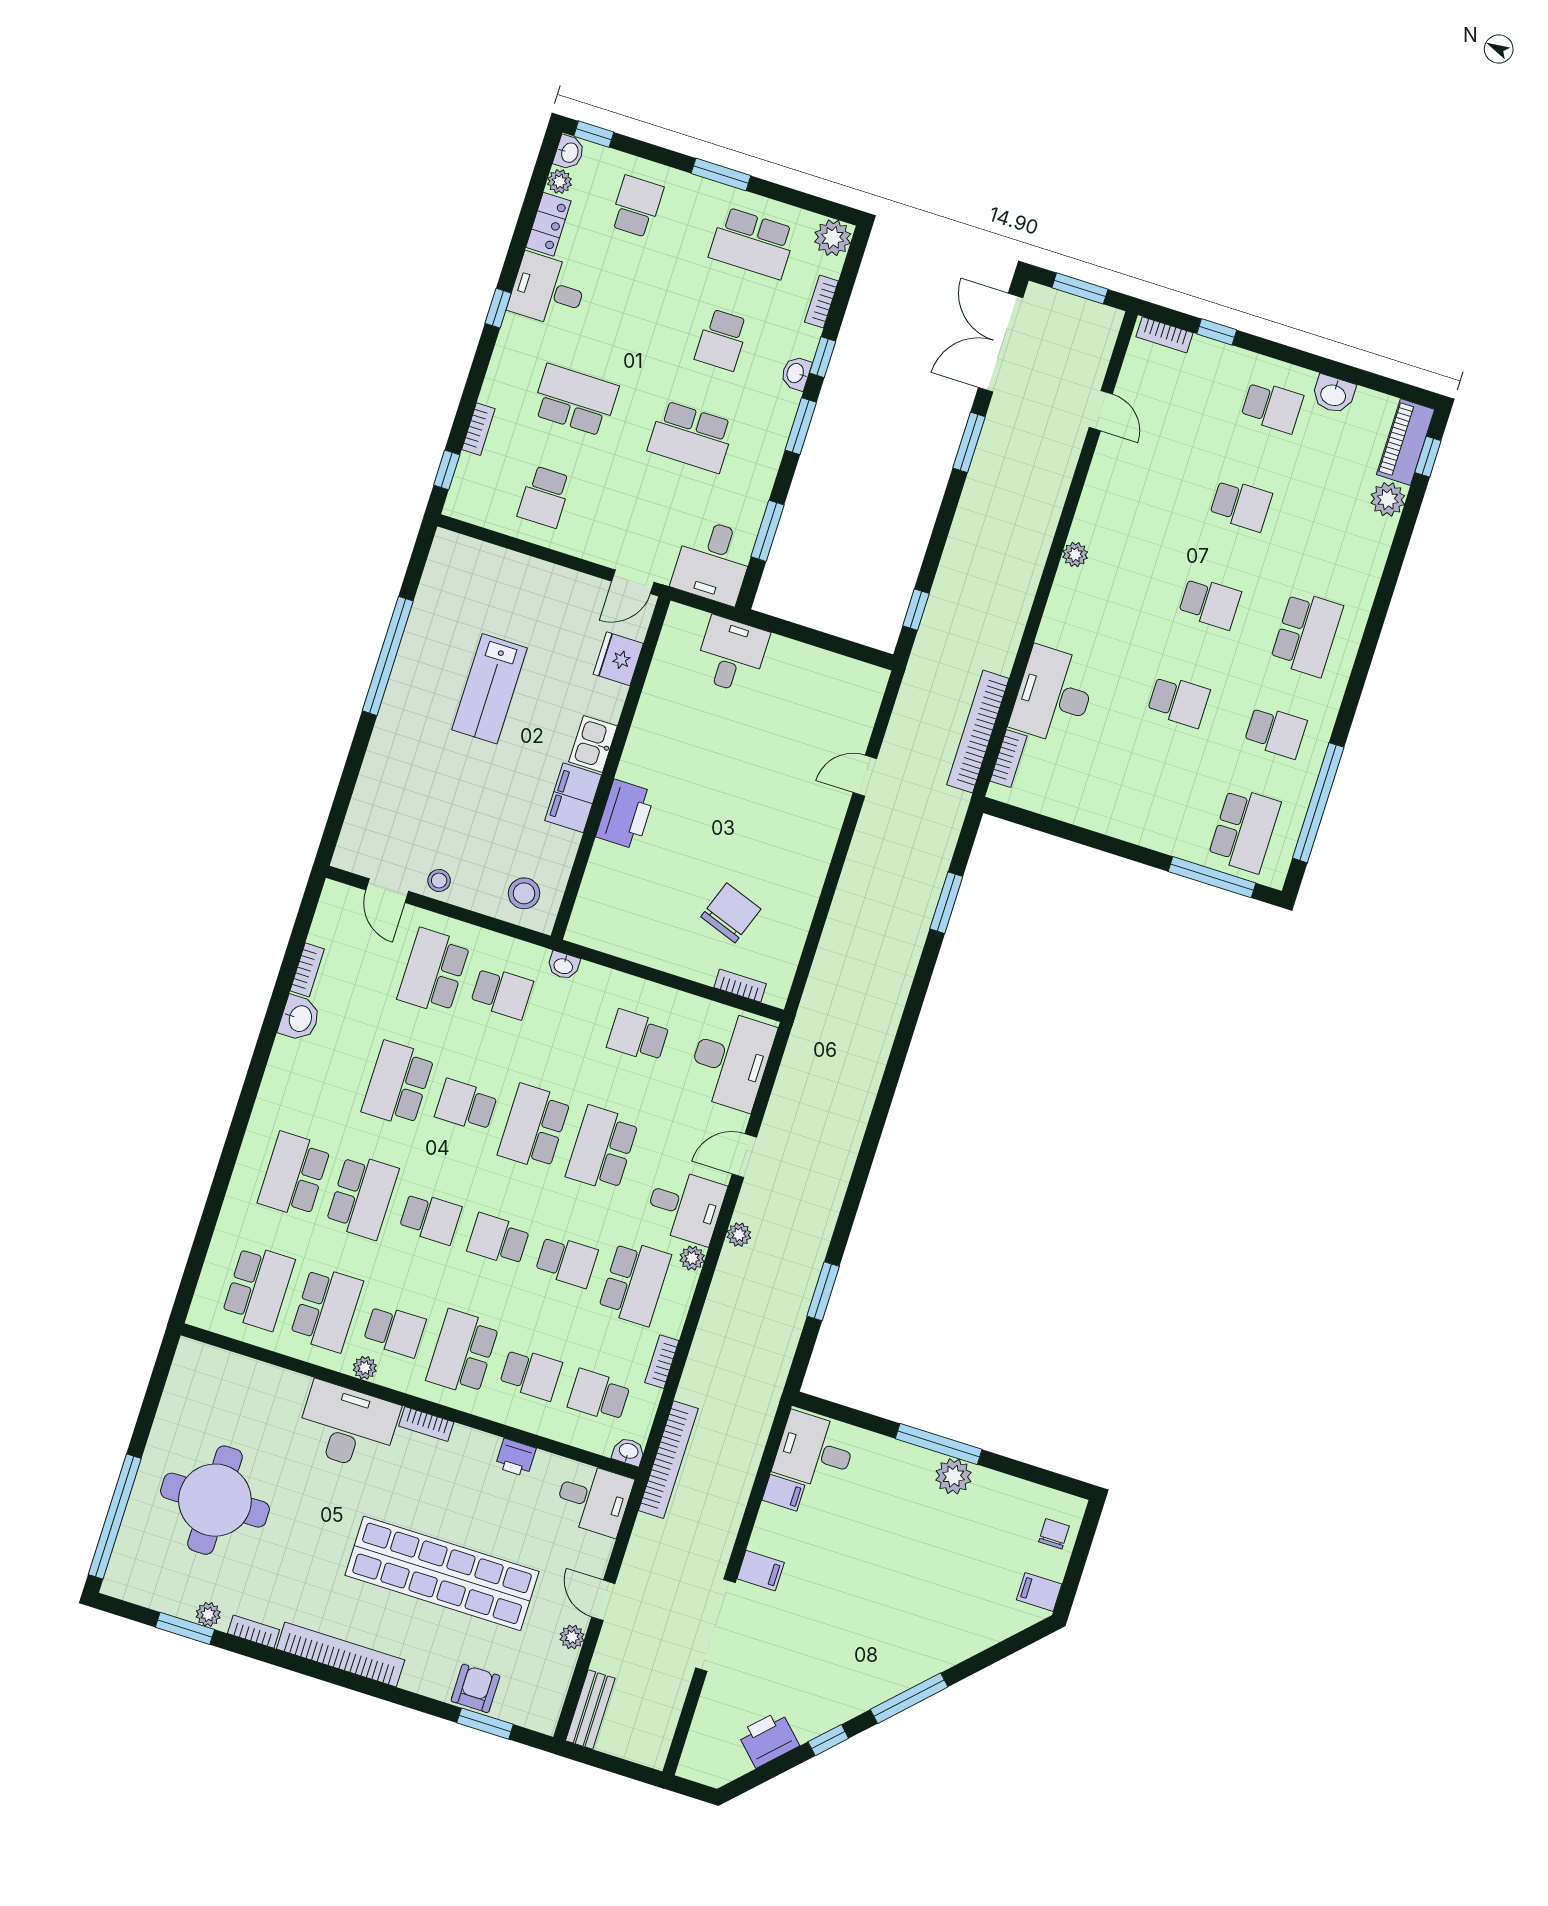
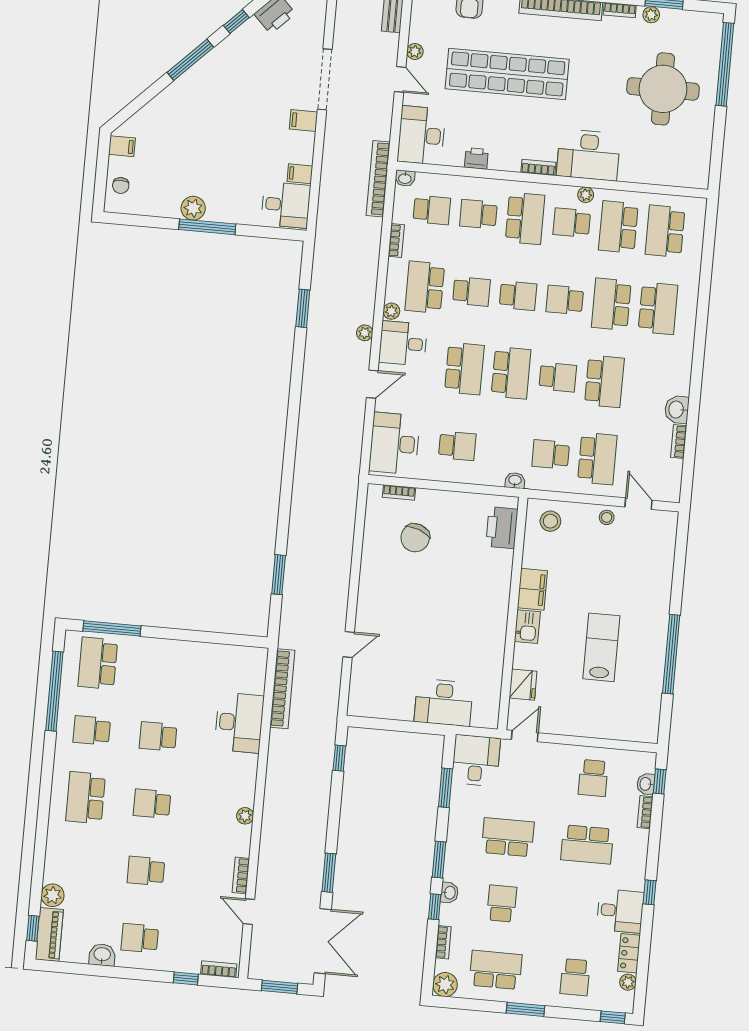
washbasin: (569, 152) -> (646, 784), moved
school desk: (544, 497) -> (593, 778), turned 180
desk: (731, 655) -> (444, 703), width x1.37
bookcase: (1008, 759) -> (241, 875), moved
printer: (626, 814) -> (502, 528), moved
school desk: (567, 1261) -> (471, 291), turned 180
desk: (593, 1499) -> (421, 135), width x1.37

